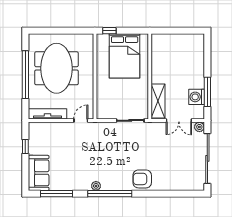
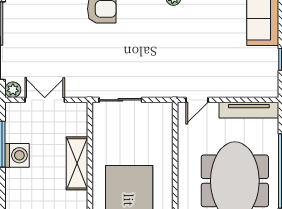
washing machine: (197, 97) -> (17, 155), moved
shelving: (158, 101) -> (77, 163), moved

